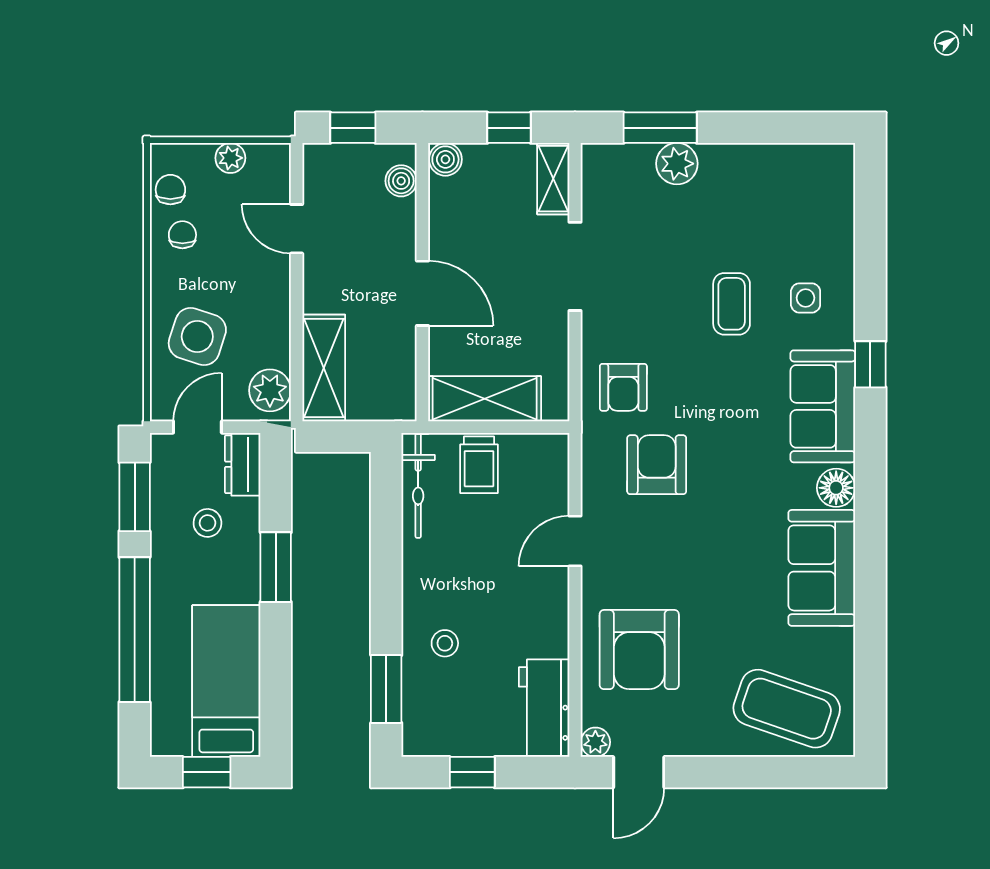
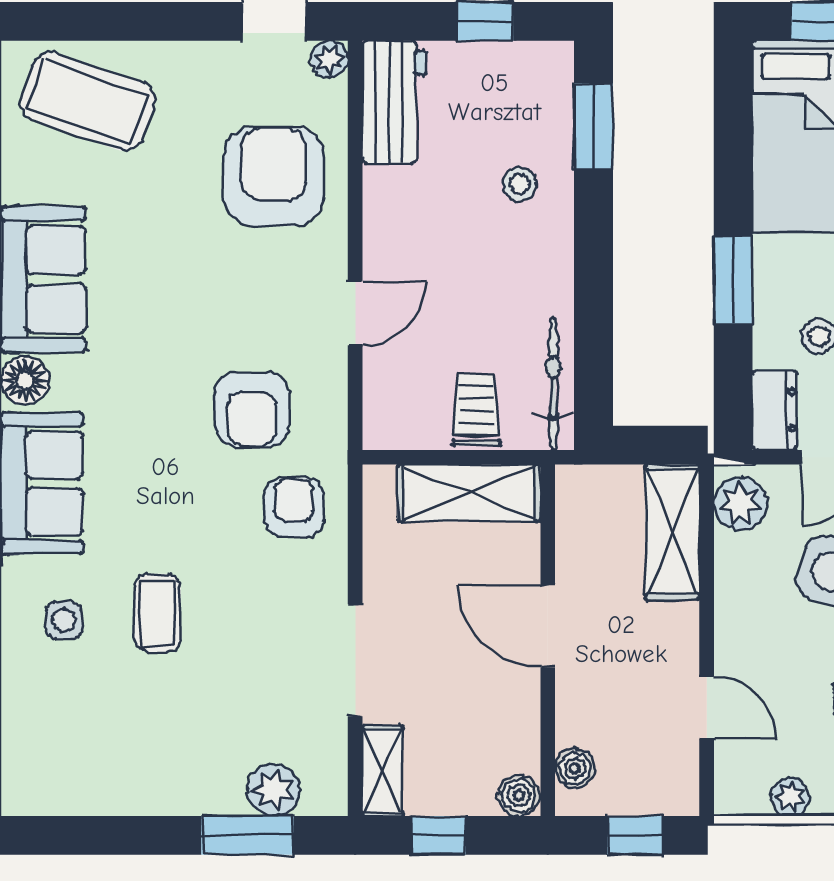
plant: (677, 164) -> (273, 790), moved

